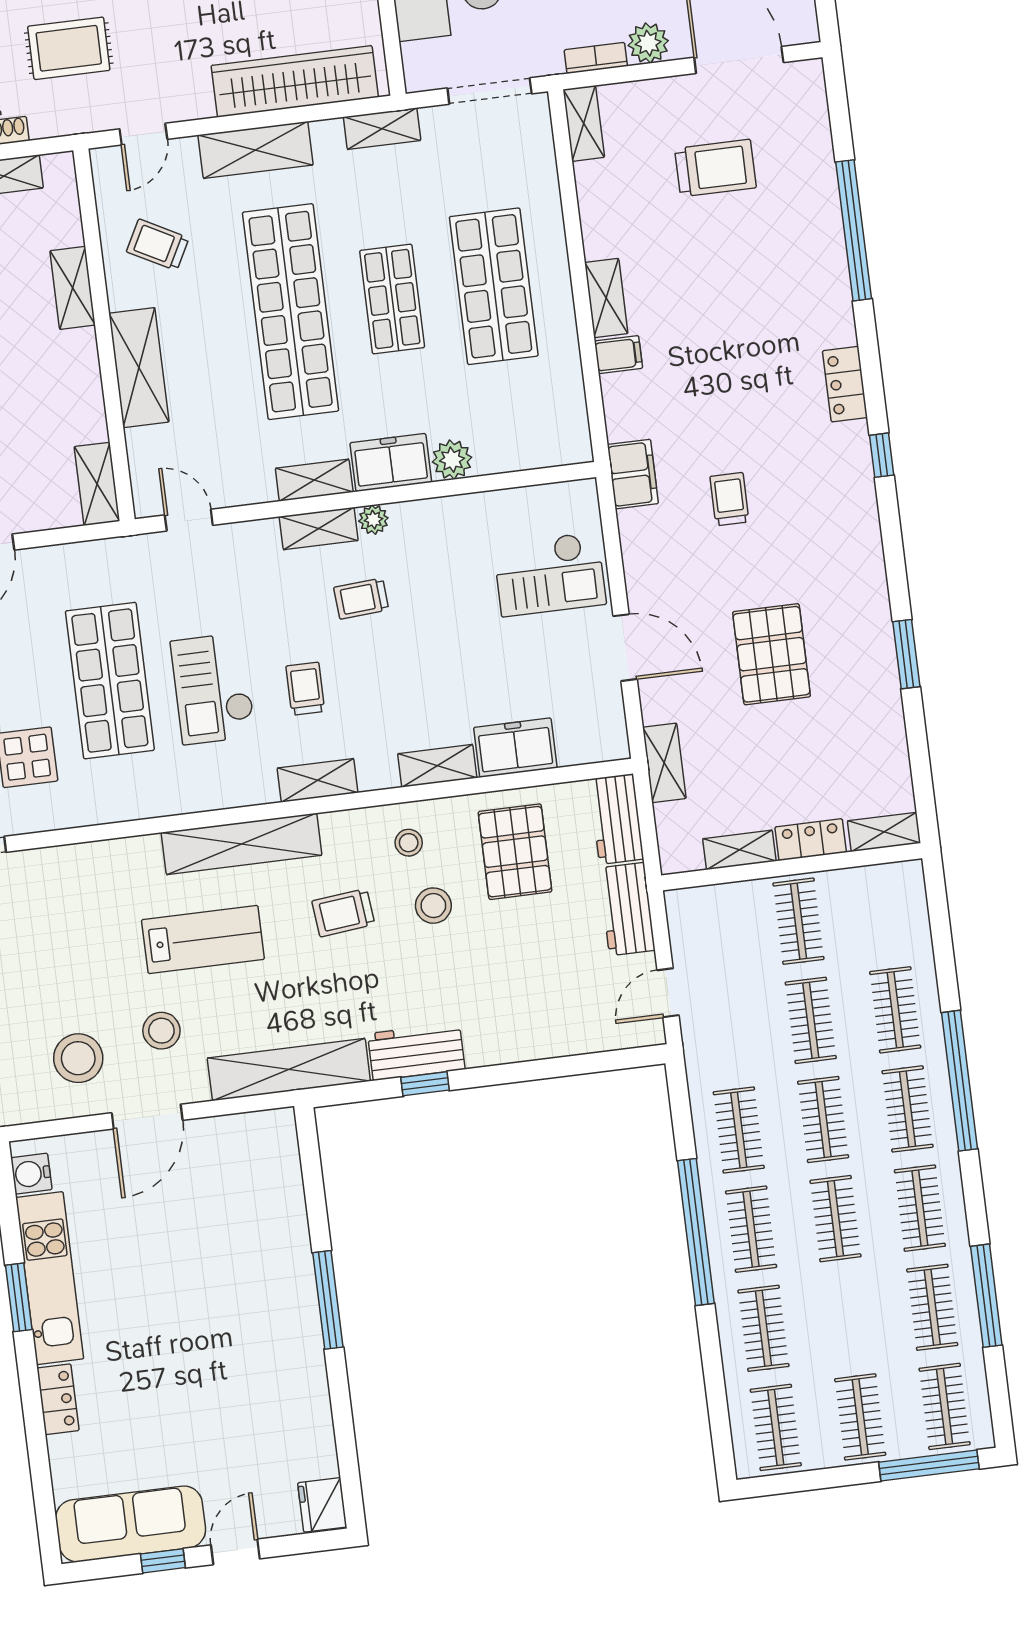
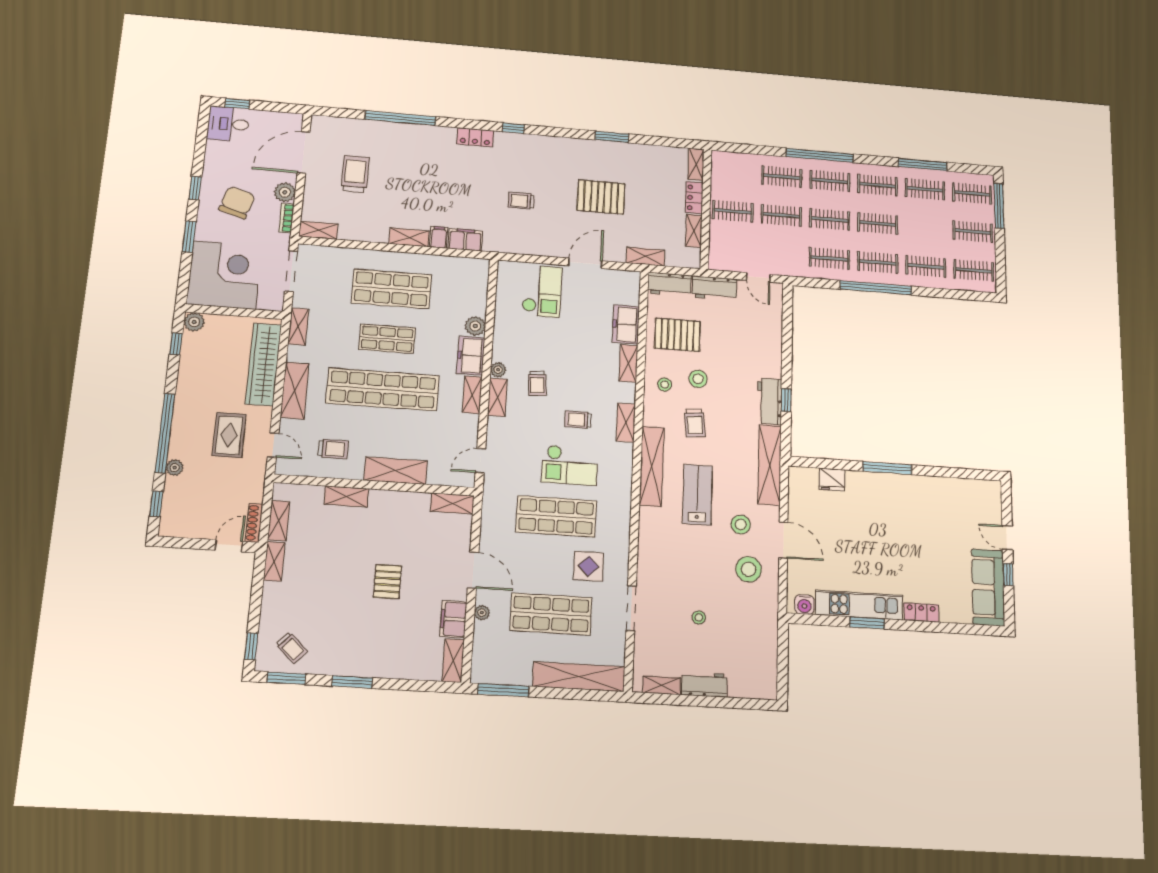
rug: (69, 48) -> (229, 435), moved
trolley: (158, 245) -> (333, 449), turned -118
filing cabinet: (633, 474) -> (465, 240), moved
fridge: (322, 1505) -> (832, 480), moved

